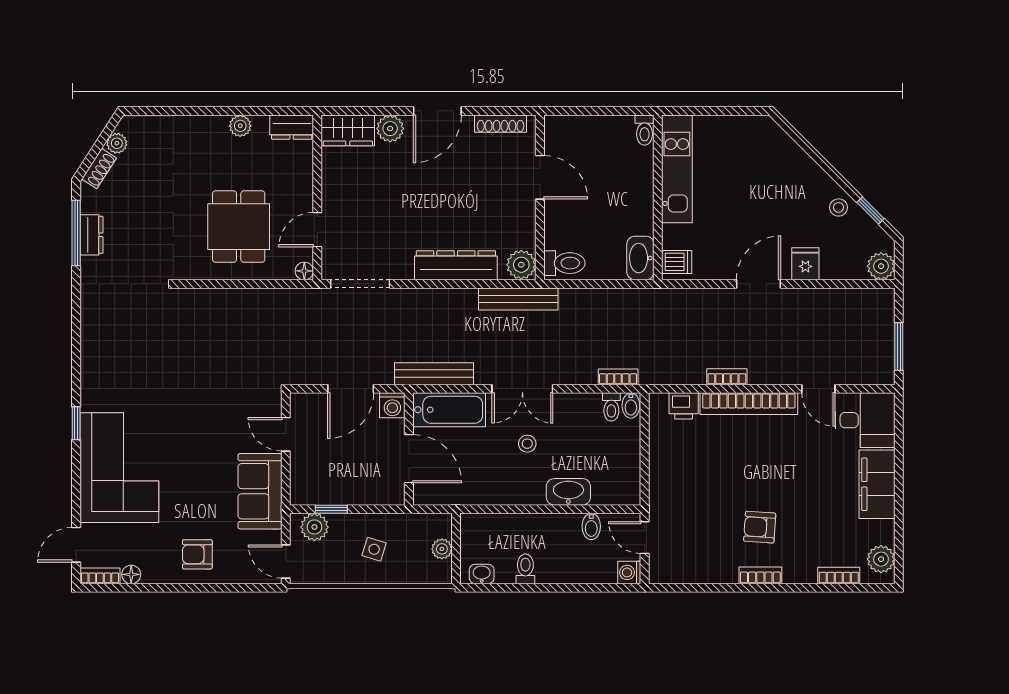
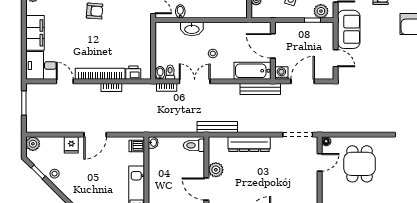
washbasin: (640, 258) -> (153, 143), width x0.52, depth x0.69
plant: (521, 265) -> (216, 170), moved
double door: (522, 389) -> (195, 81), moved

